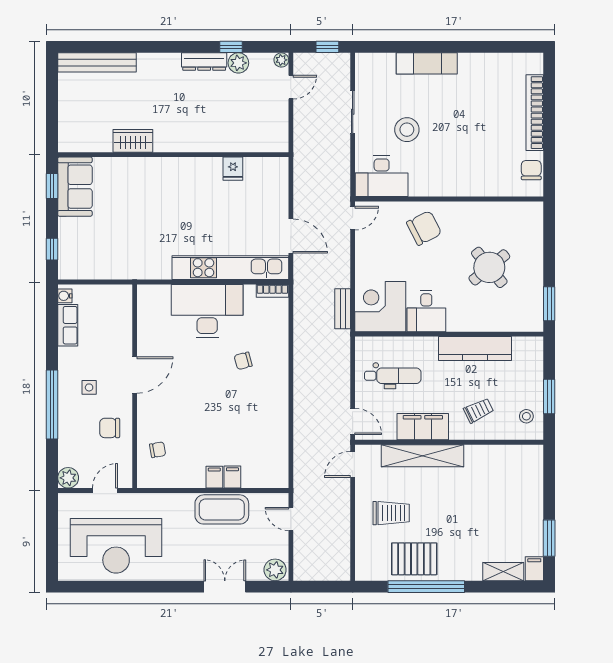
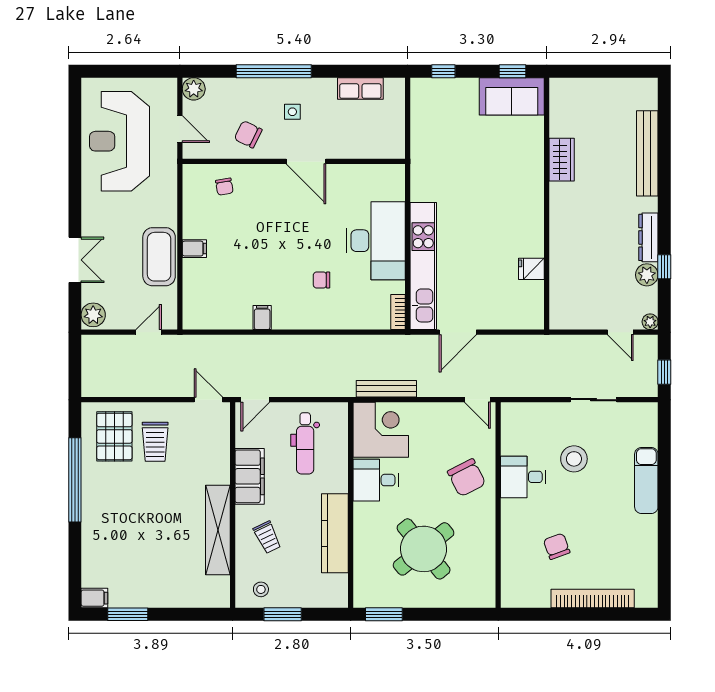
bench: (97, 62) -> (647, 153), moved
chair: (531, 170) -> (557, 546), moved, turned -110
desk: (382, 176) -> (523, 477), moved, width x0.73
round table: (489, 267) -> (424, 549), width x1.36, depth x1.36
water cooler: (65, 296) -> (393, 85), removed
bench: (343, 309) -> (386, 389), width x1.36
chair: (243, 361) -> (321, 280), turned -75
chair: (110, 428) -> (248, 134), turned -64
shelving: (423, 456) -> (218, 530), moved
filing cabinet: (232, 477) -> (262, 318), moved, turned -90
pallet: (414, 559) -> (114, 436), moved
shelving: (503, 572) -> (91, 564), removed

